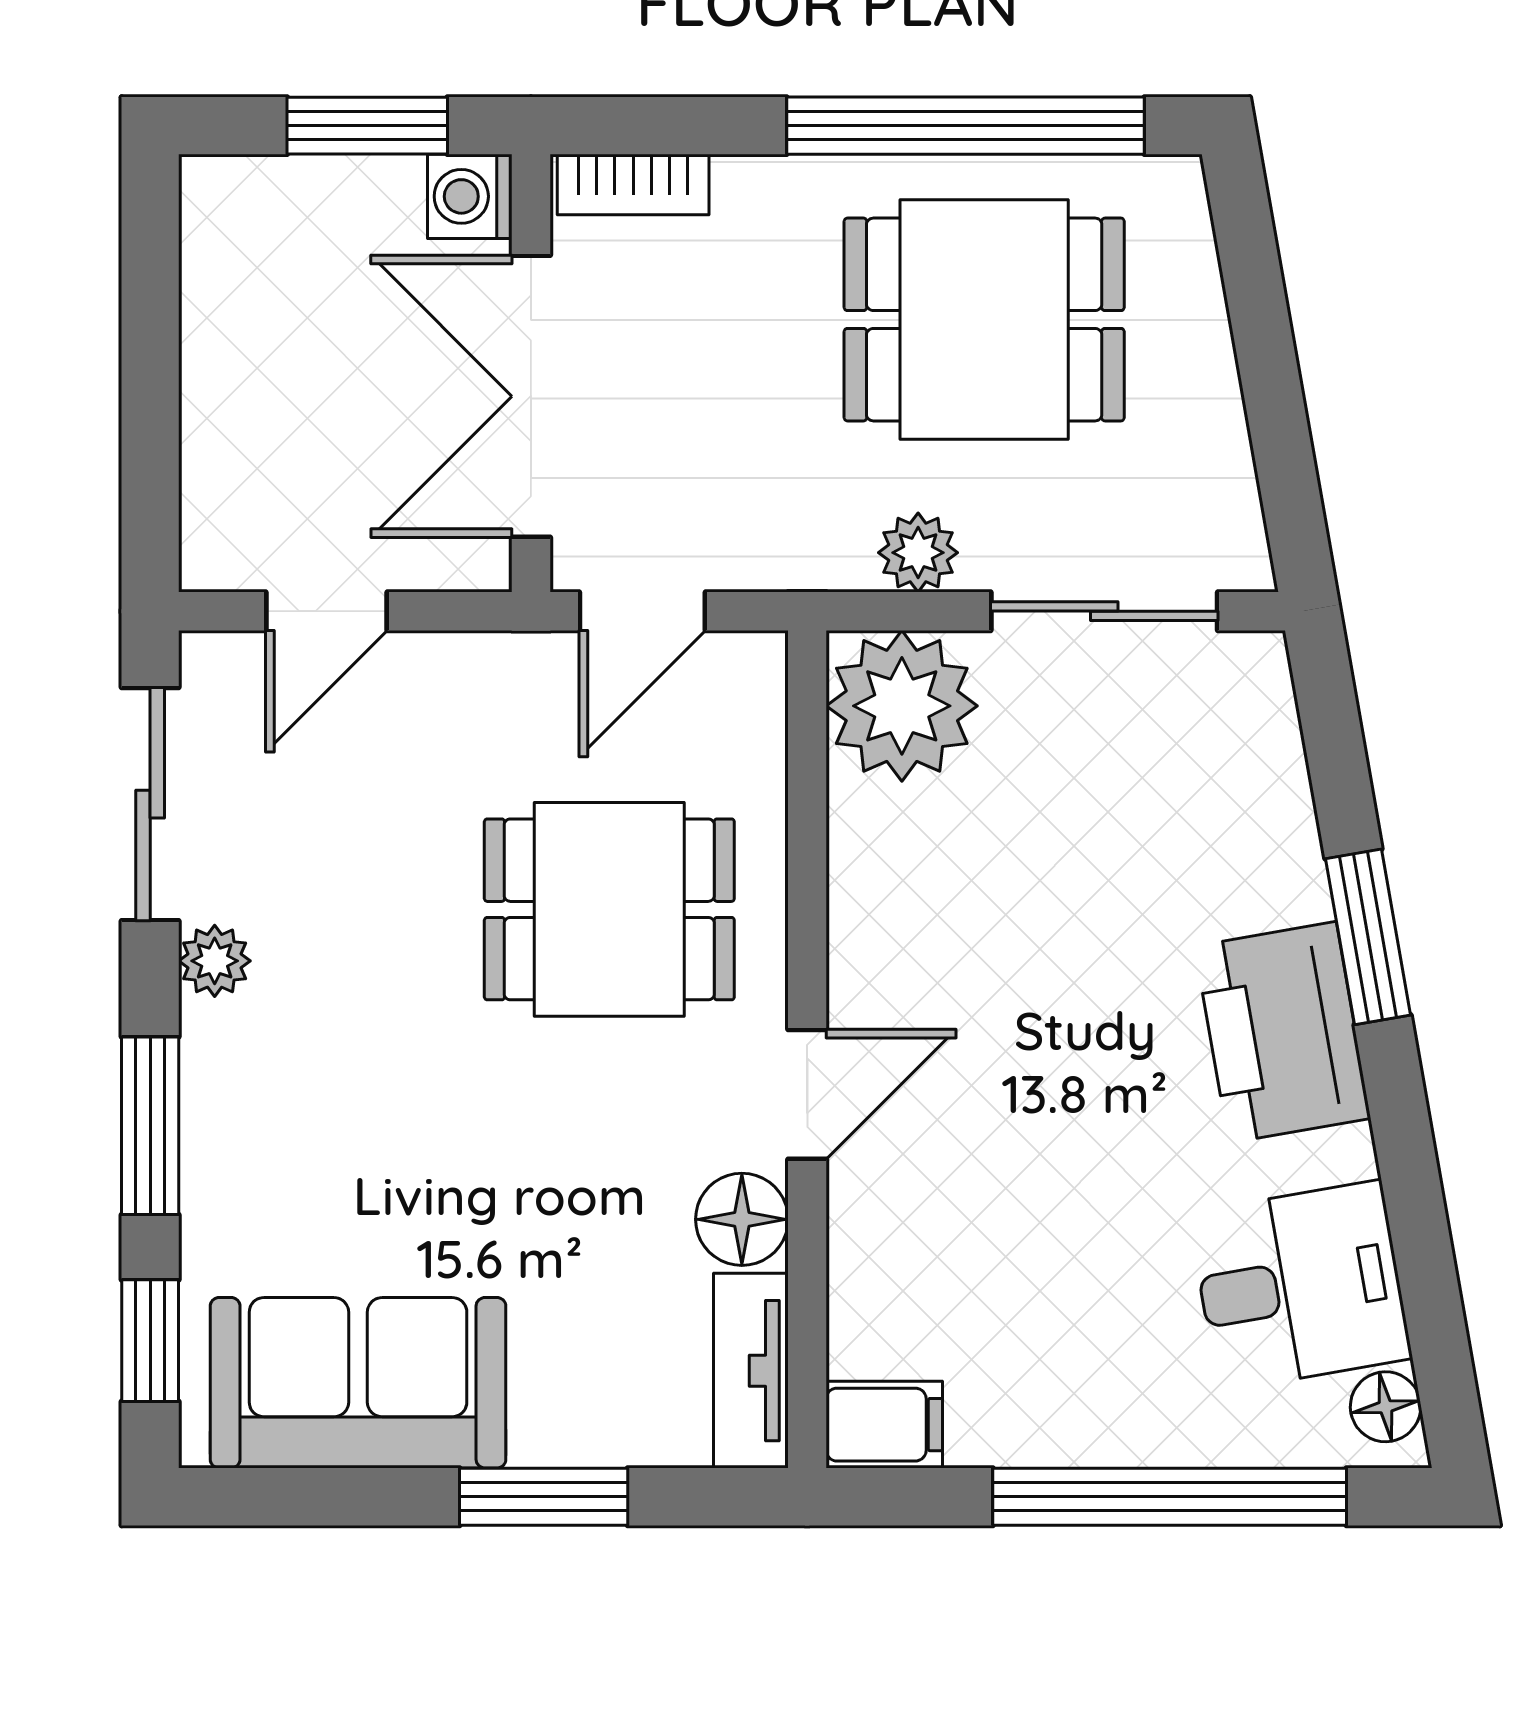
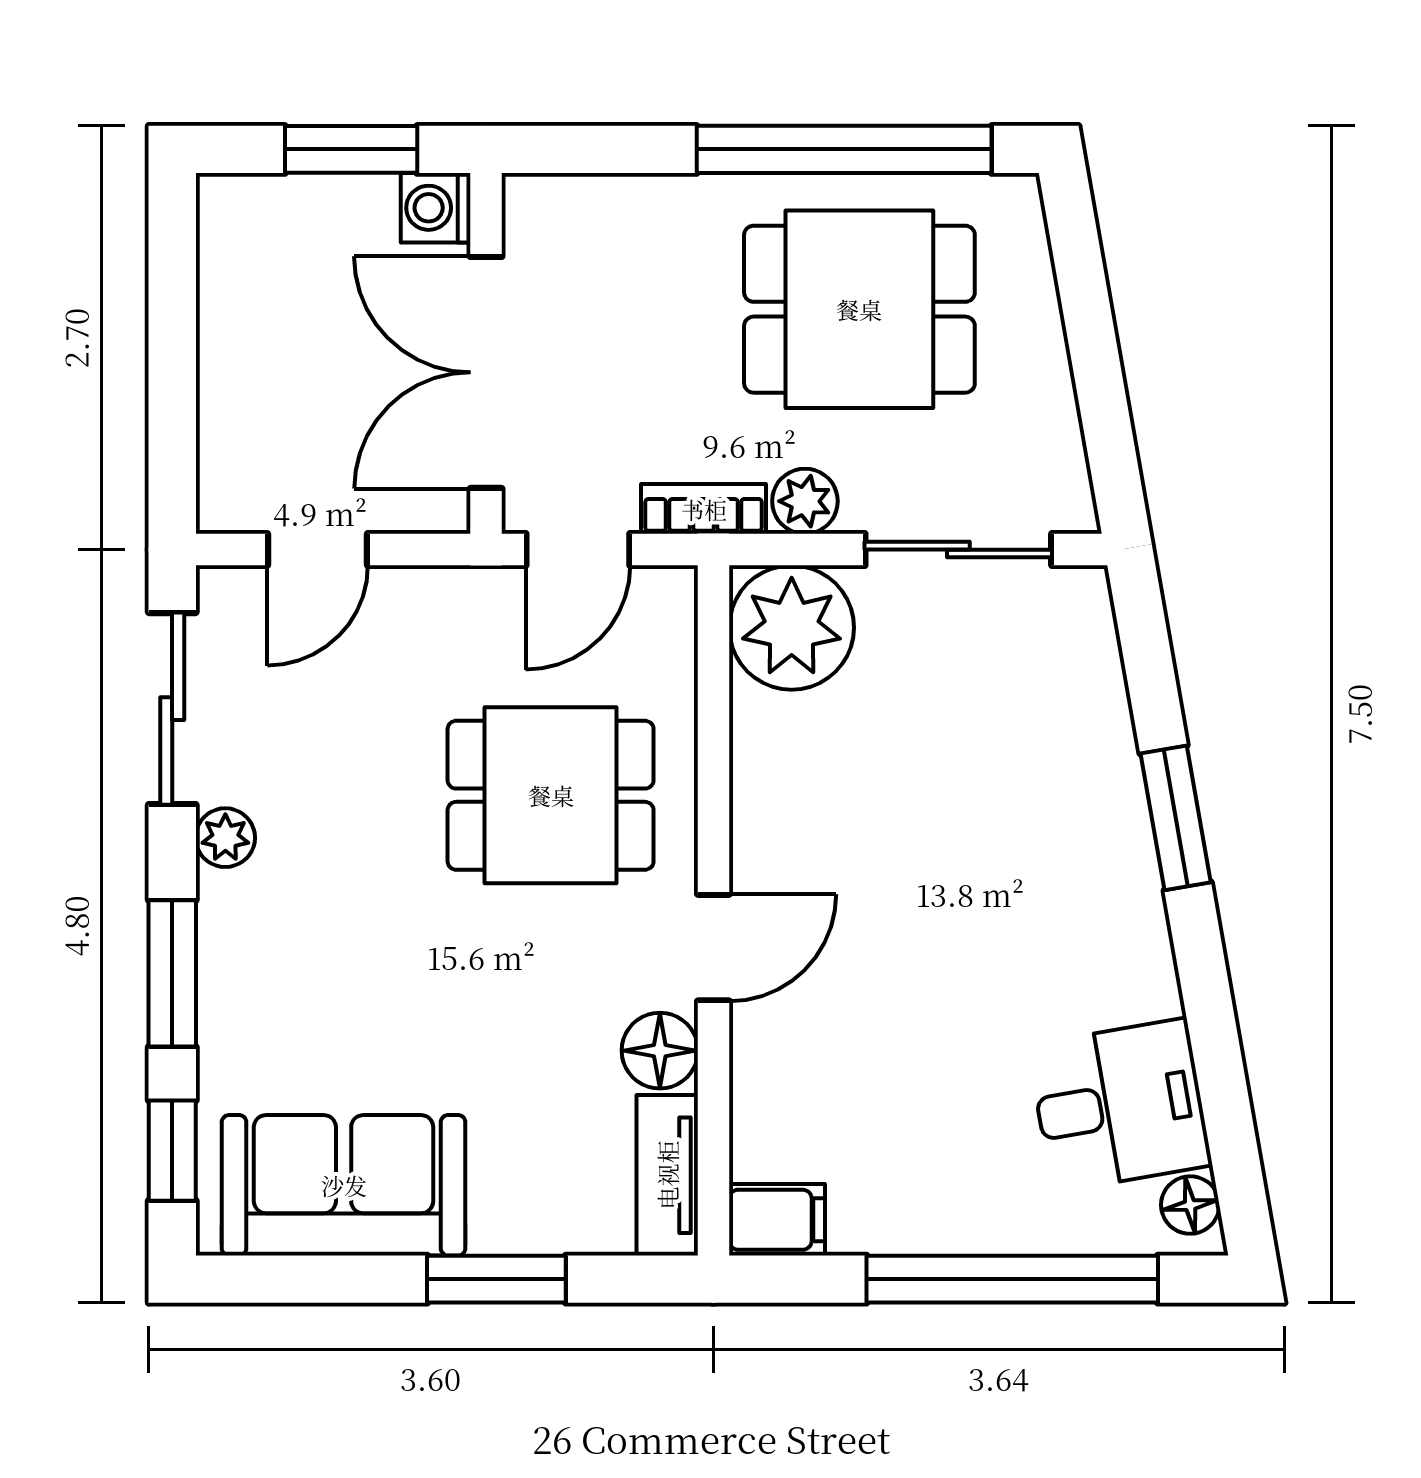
bookcase: (633, 185) -> (704, 509), moved, turned 180
printer: (1283, 1032) -> (1105, 896), removed

